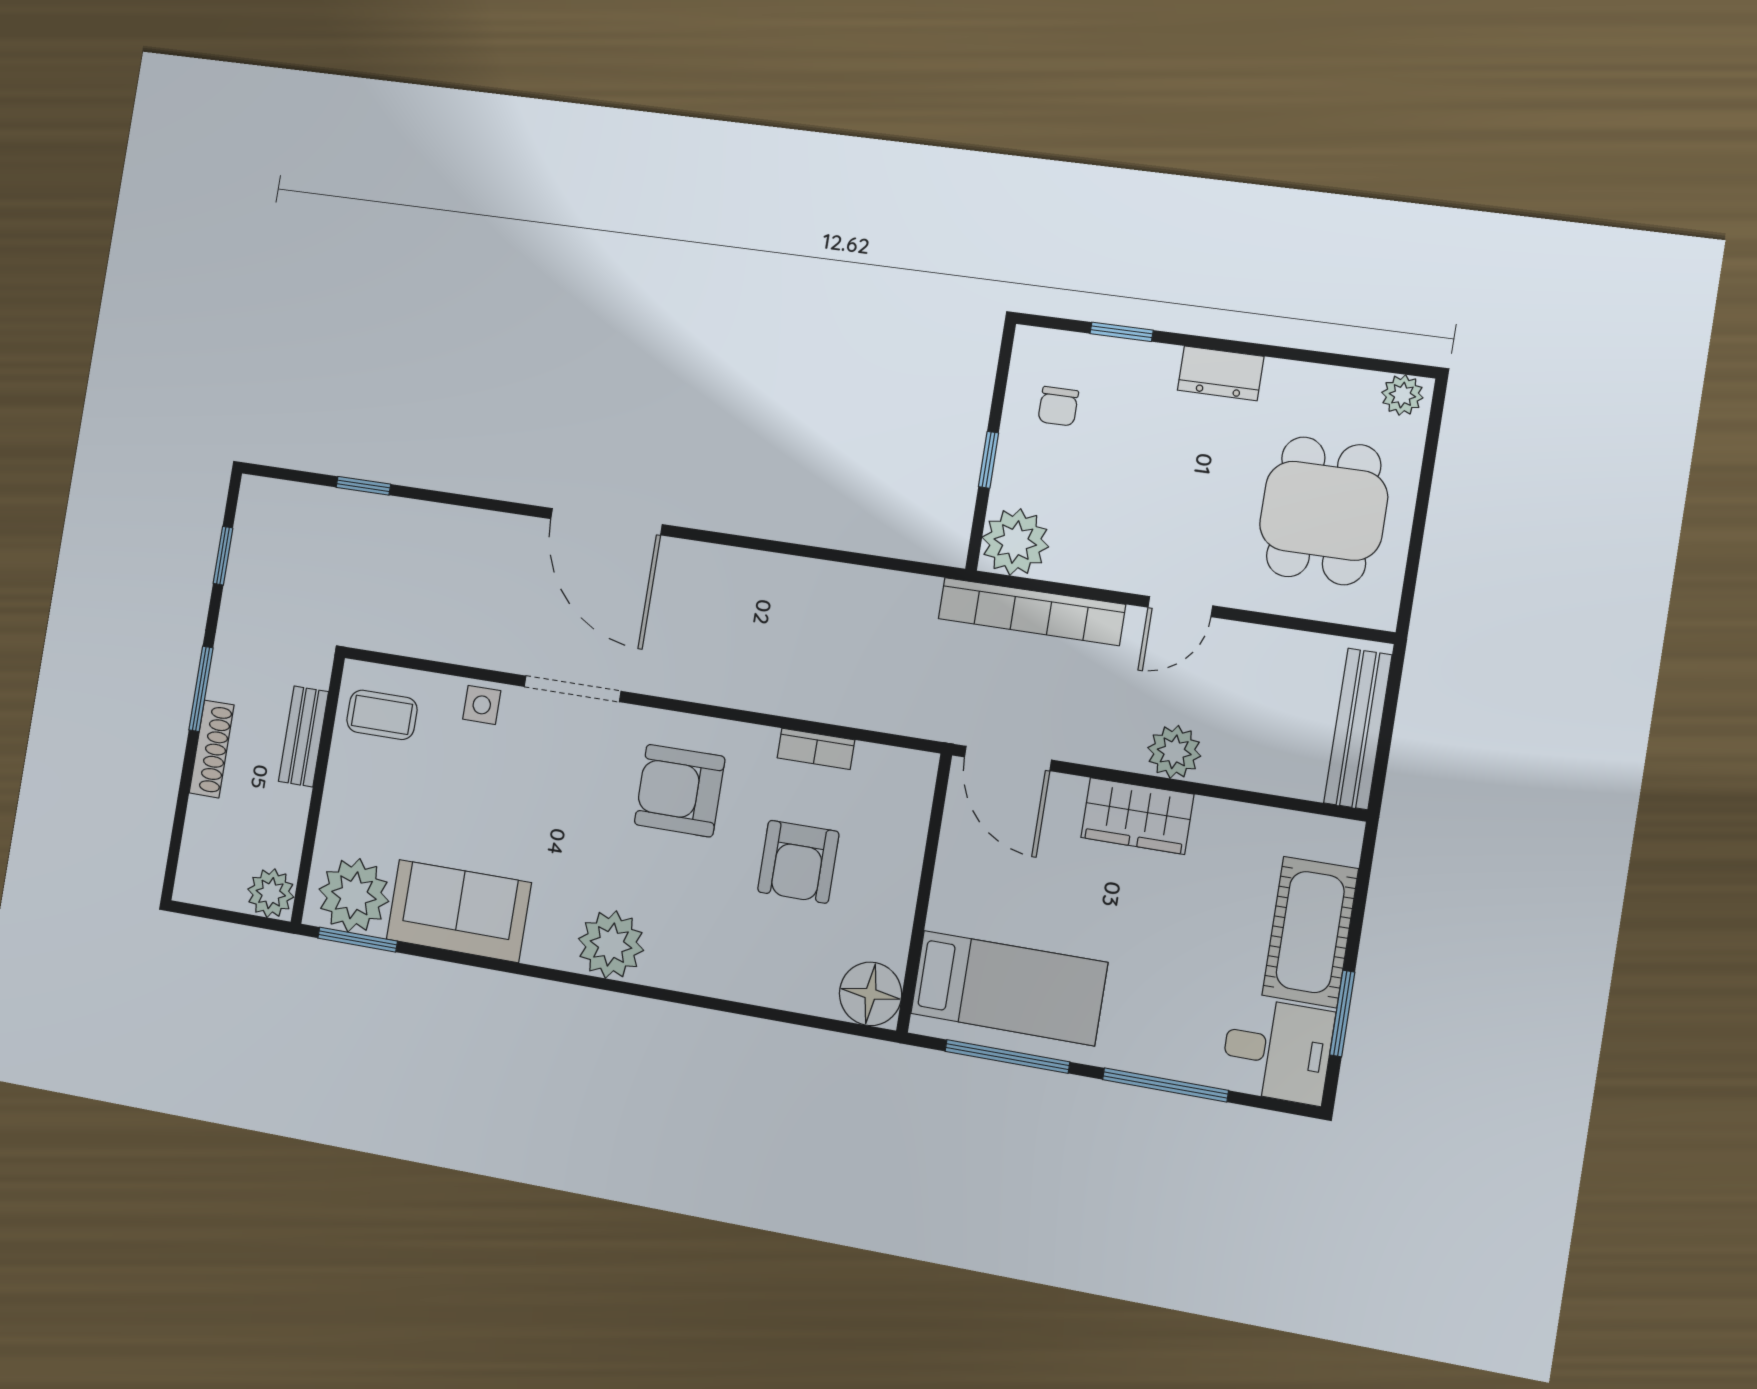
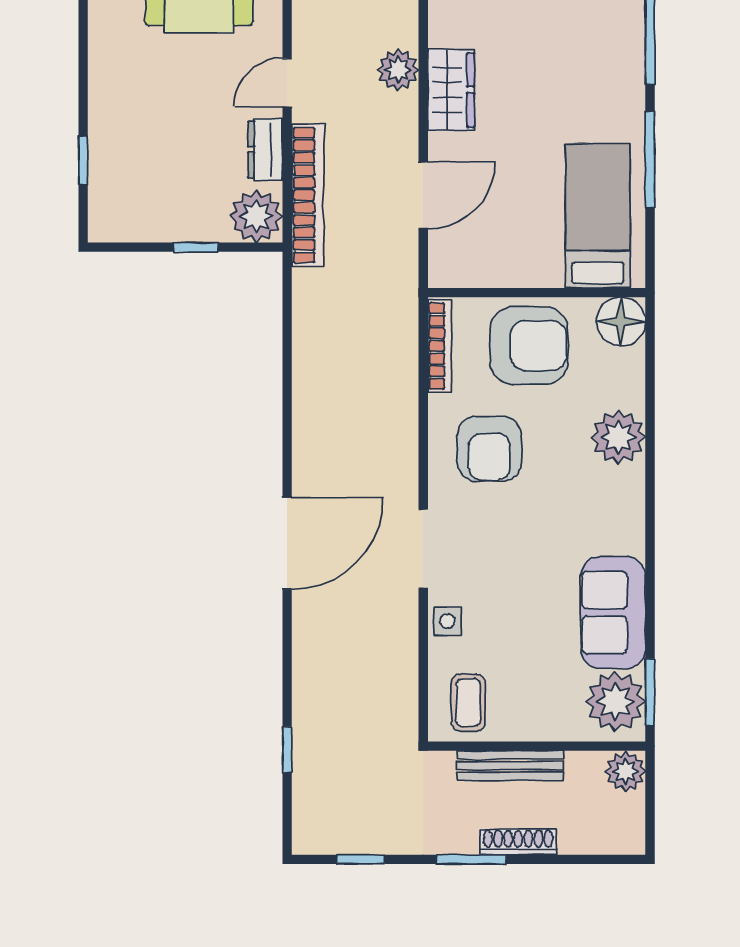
dresser: (1221, 373) -> (265, 149), moved, turned 180
chair: (1058, 406) -> (147, 200), removed
door: (1180, 607) -> (287, 83), swing flipped
bench: (303, 736) -> (510, 766), width x1.36
bookcase: (816, 749) -> (440, 346), width x1.56
armchair: (798, 862) -> (529, 346), width x1.36, depth x1.36
wall: (924, 893) -> (537, 293), moved
plant: (611, 945) -> (618, 437), moved
bed: (1009, 988) -> (598, 216), moved
floor lamp: (871, 994) -> (621, 322), moved

